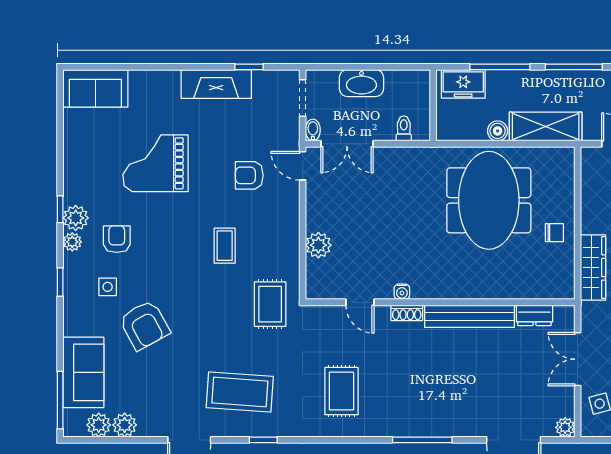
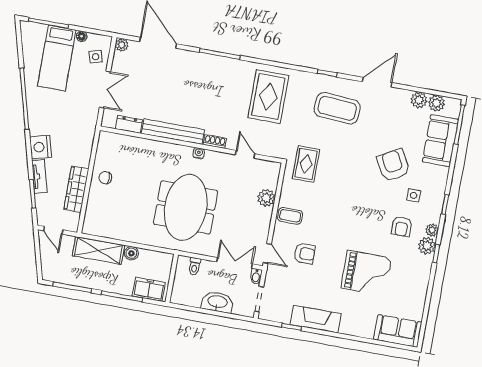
meeting table: (489, 200) -> (186, 207), moved
coffee table: (225, 246) -> (290, 216), moved, turned 90
wardrobe: (593, 268) -> (76, 189), moved
water cooler: (402, 292) -> (199, 153), moved
rug: (341, 391) -> (268, 97), width x1.36, depth x1.43

